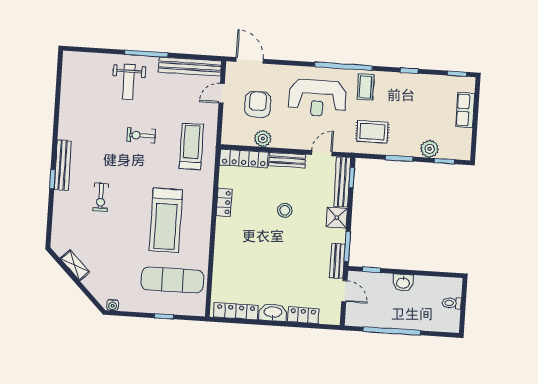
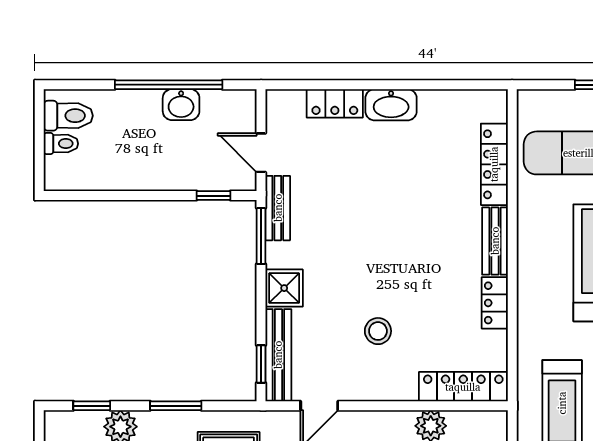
bench: (287, 160) -> (495, 241), moved, turned 90
stool: (285, 210) -> (378, 331), moved
washbasin: (403, 283) -> (181, 105), moved, turned 180
locker: (236, 311) -> (494, 164), moved, turned 90
toilet: (447, 318) -> (68, 116), added

